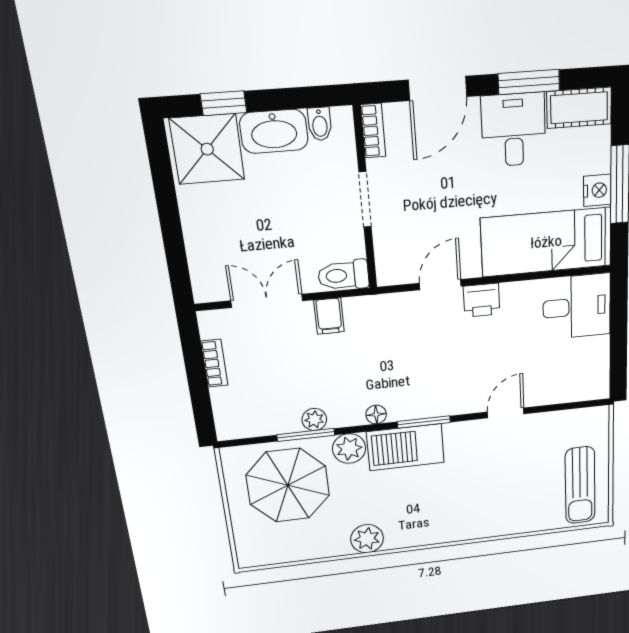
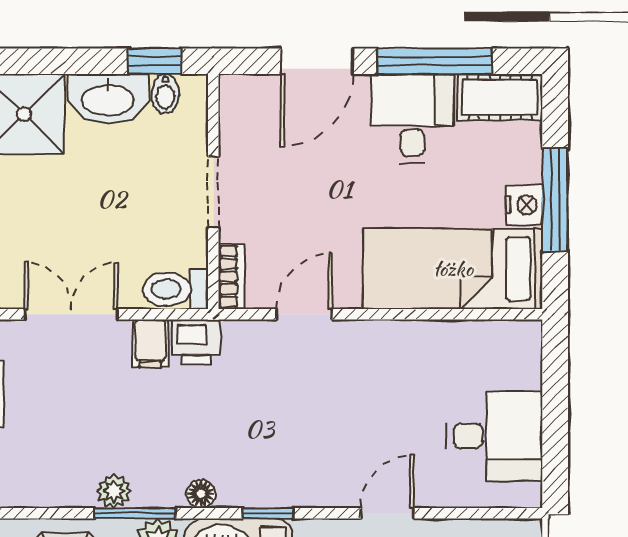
window: (529, 82) -> (434, 61), width x1.44
window: (224, 103) -> (155, 61), moved
bookcase: (373, 131) -> (231, 277), moved
printer: (482, 300) -> (196, 342), moved
desk: (577, 307) -> (494, 436), moved
window: (424, 422) -> (268, 513), width x0.67
window: (306, 435) -> (135, 513), moved

